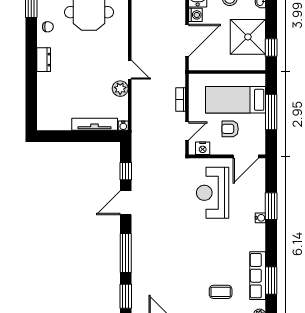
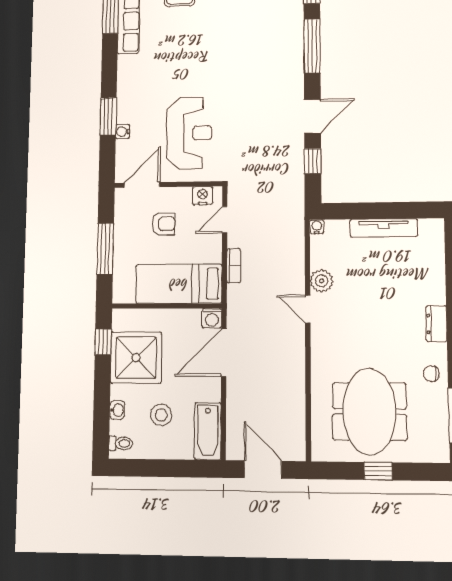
washing machine: (195, 15) -> (212, 318), moved, turned -90
bed: (236, 100) -> (179, 284), moved, turned 180
tv unit: (95, 124) -> (384, 228), moved
water cooler: (260, 218) -> (123, 132), moved

